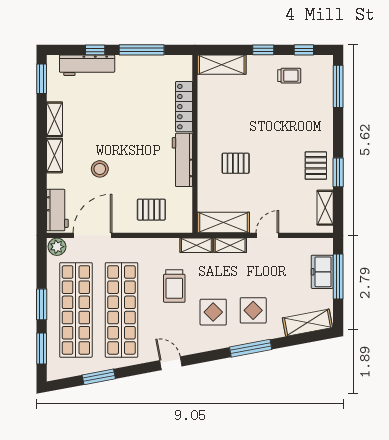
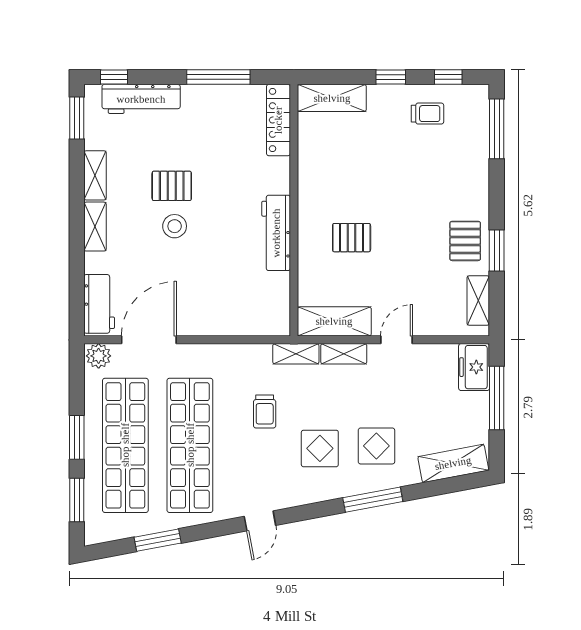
window: (95, 50) -> (114, 77), moved
locker: (184, 107) -> (278, 120), moved
stool: (100, 169) -> (175, 226), moved
pallet: (151, 210) -> (172, 186), moved
freezer: (322, 272) -> (474, 367), moved
trolley: (174, 286) -> (265, 411), width x0.73, depth x0.72
door: (171, 363) -> (260, 521), swing flipped

